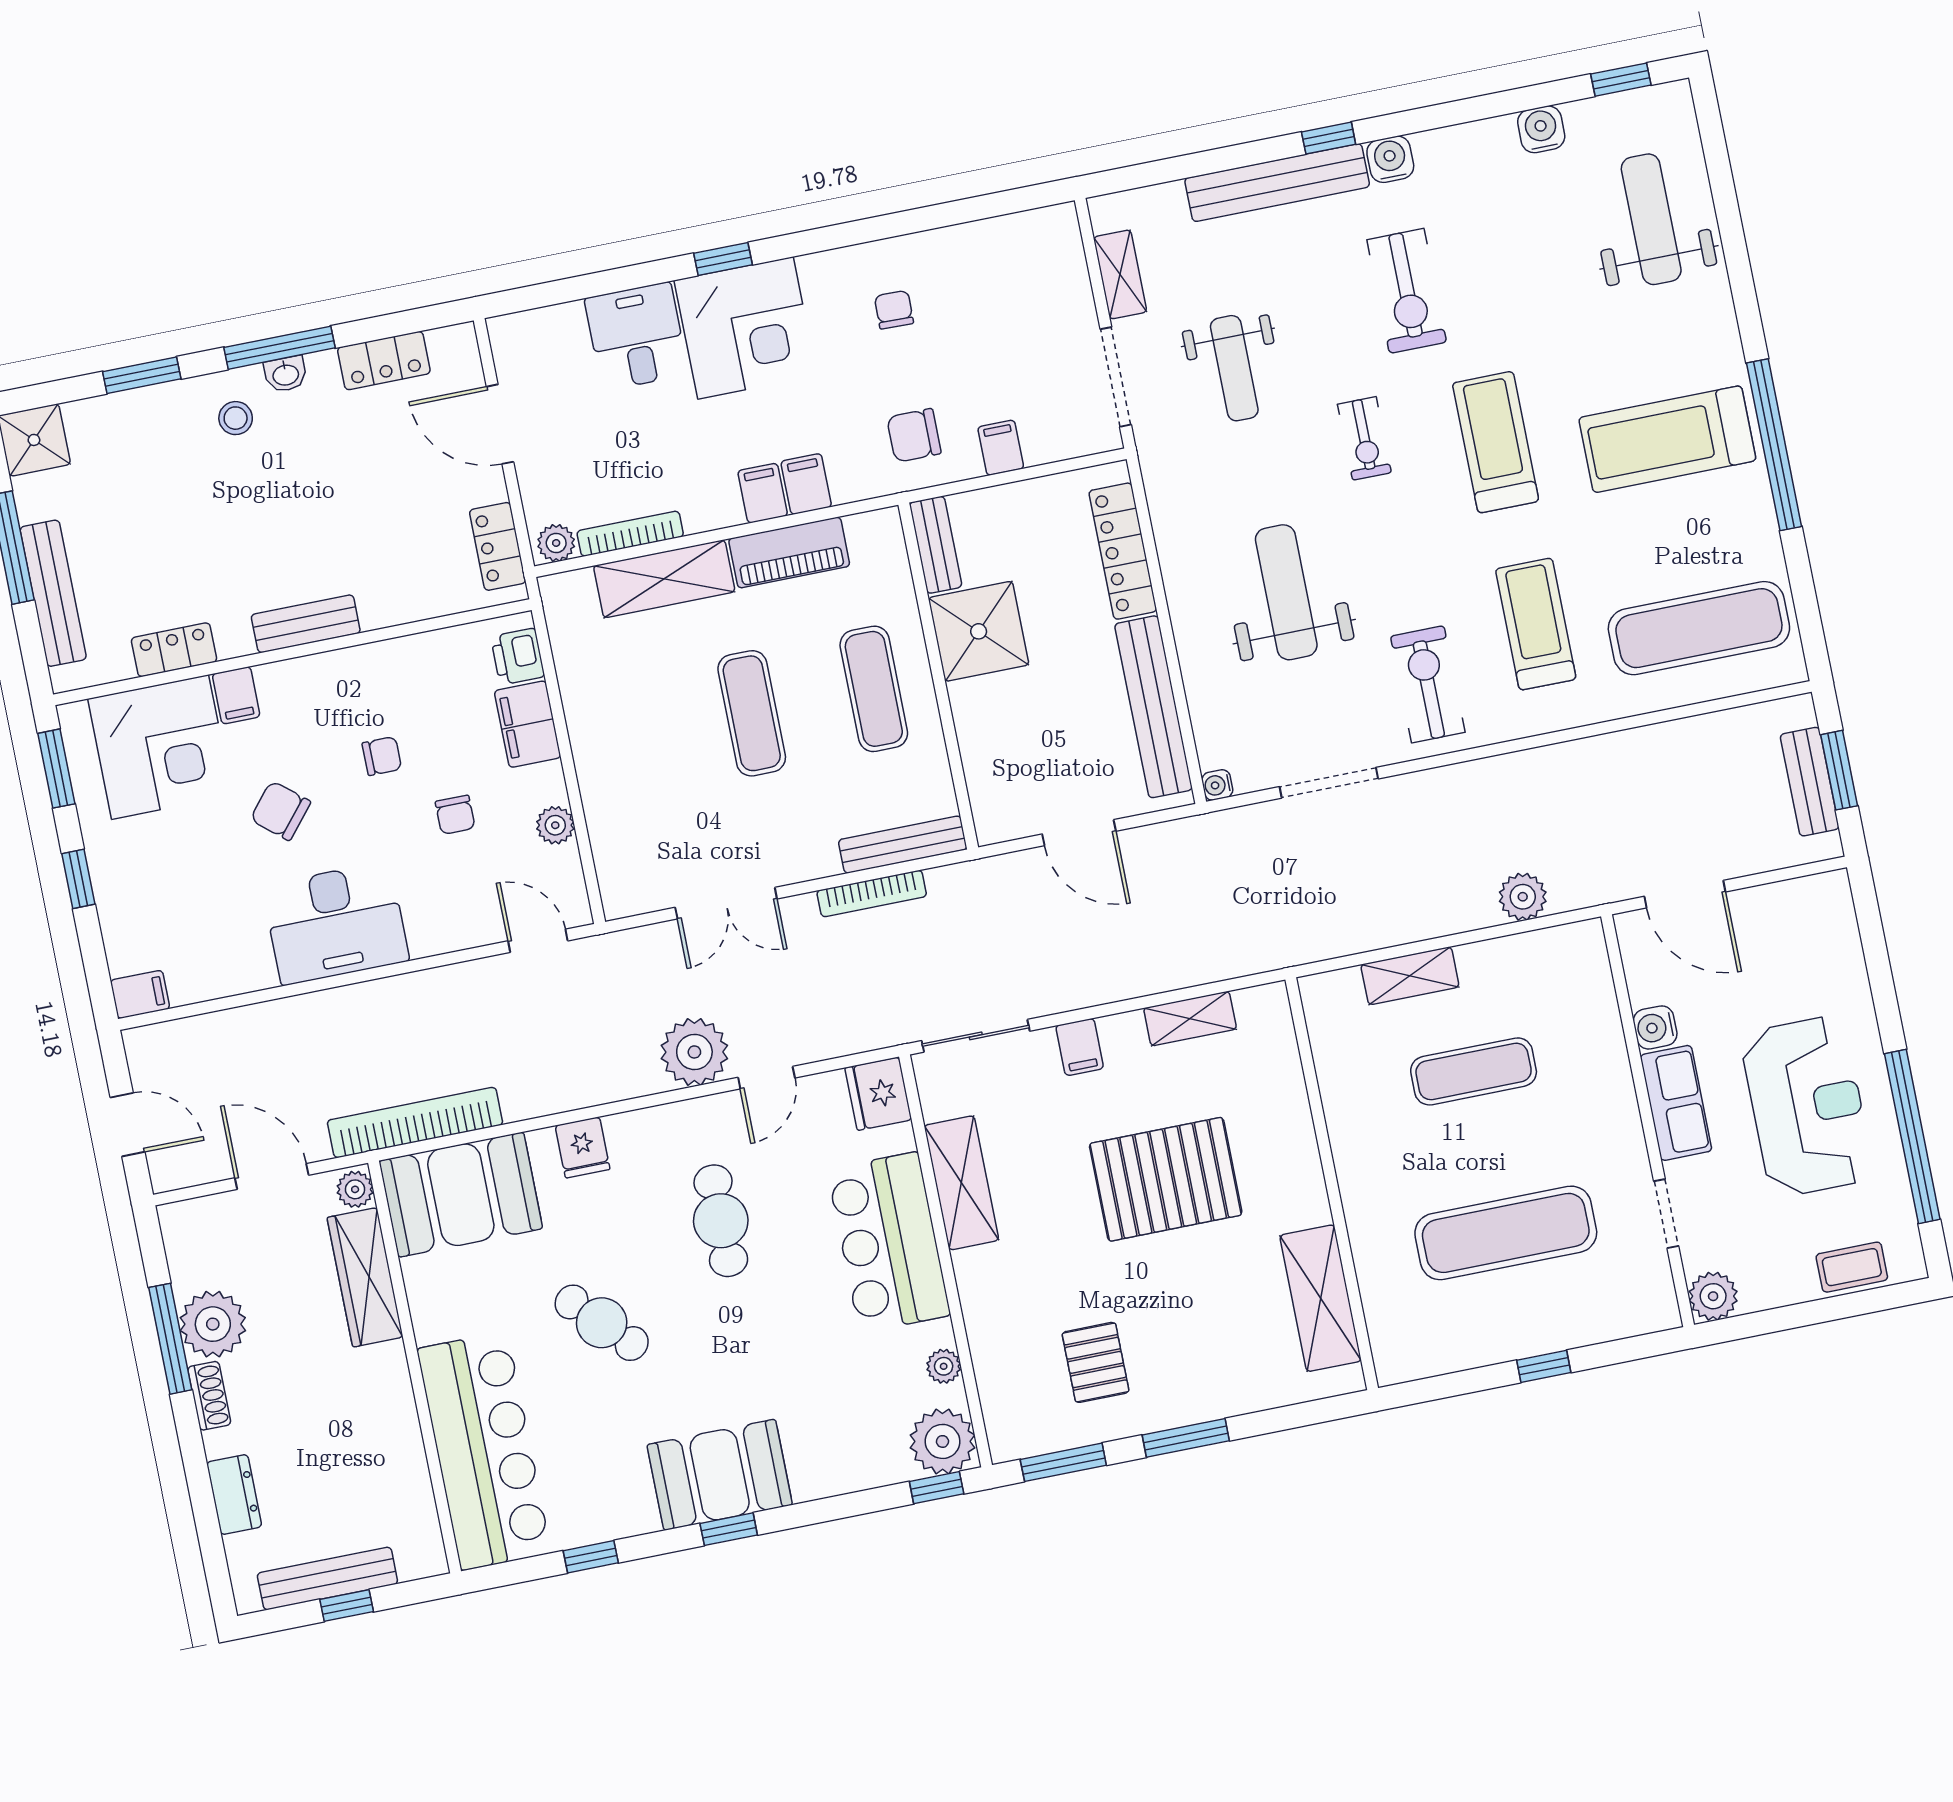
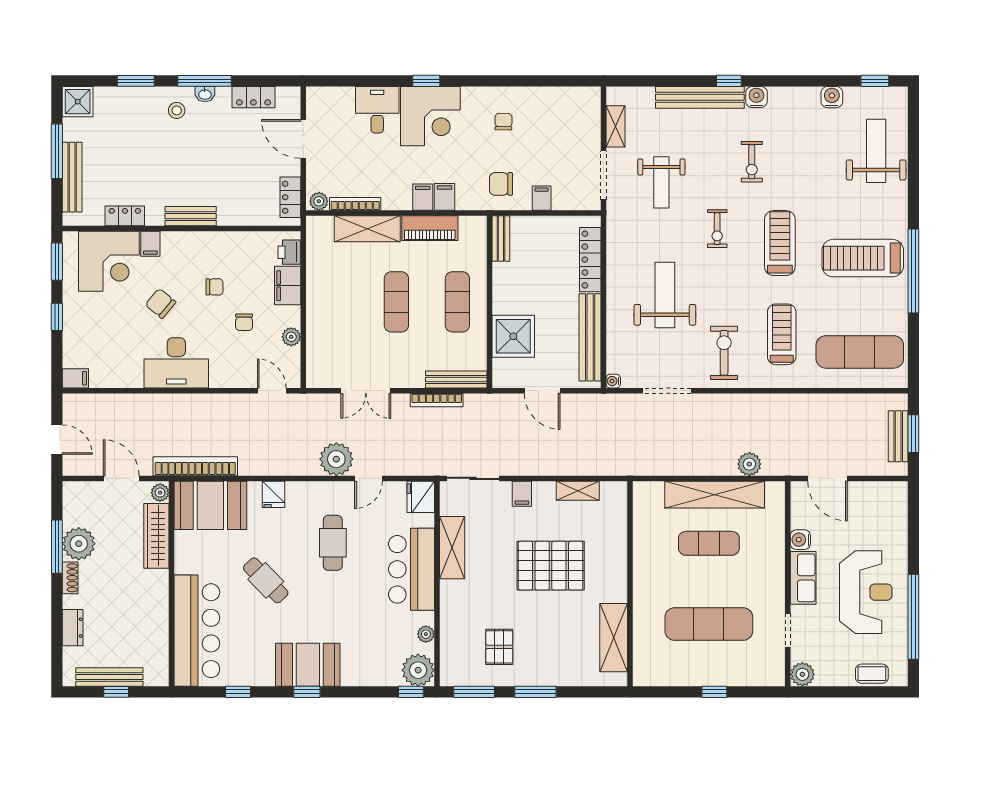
exercise bike: (1407, 291) -> (752, 162), width x0.73, depth x0.72
shower: (979, 631) -> (513, 336), moved
shelving: (1410, 976) -> (715, 495), width x2.20, depth x1.33

